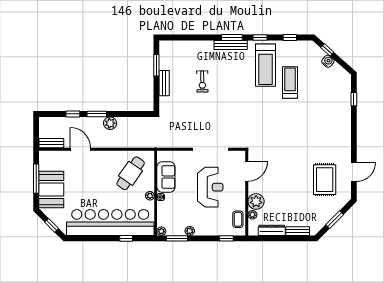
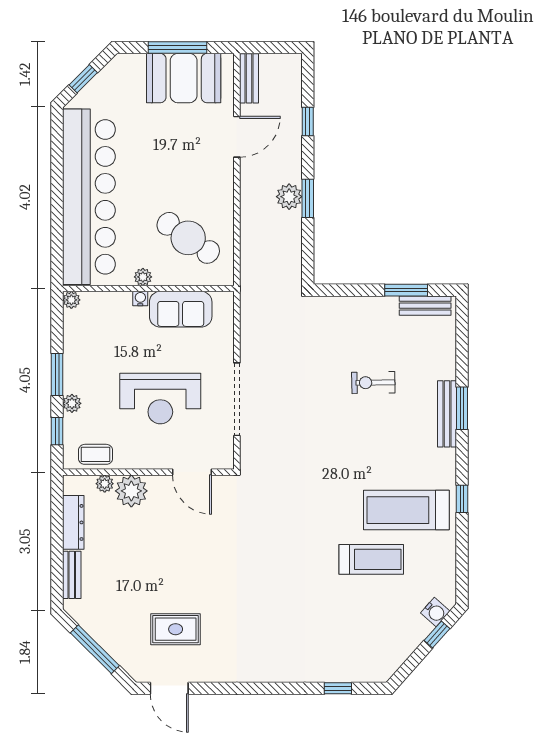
window: (232, 38) -> (462, 408), moved
window: (290, 38) -> (462, 559), removed
bench: (231, 45) -> (447, 414), moved
water cooler: (328, 61) -> (435, 612), moved
bench: (164, 83) -> (425, 306), moved
window: (97, 114) -> (308, 198), moved
door: (354, 172) -> (169, 688), moved
rug: (325, 180) -> (176, 629), width x0.73, depth x0.70
booth: (51, 189) -> (184, 78), moved
window: (335, 220) -> (95, 649), width x1.44
plant: (190, 231) -> (72, 403), moved
window: (126, 238) -> (57, 229), removed
window: (177, 238) -> (57, 374), moved

